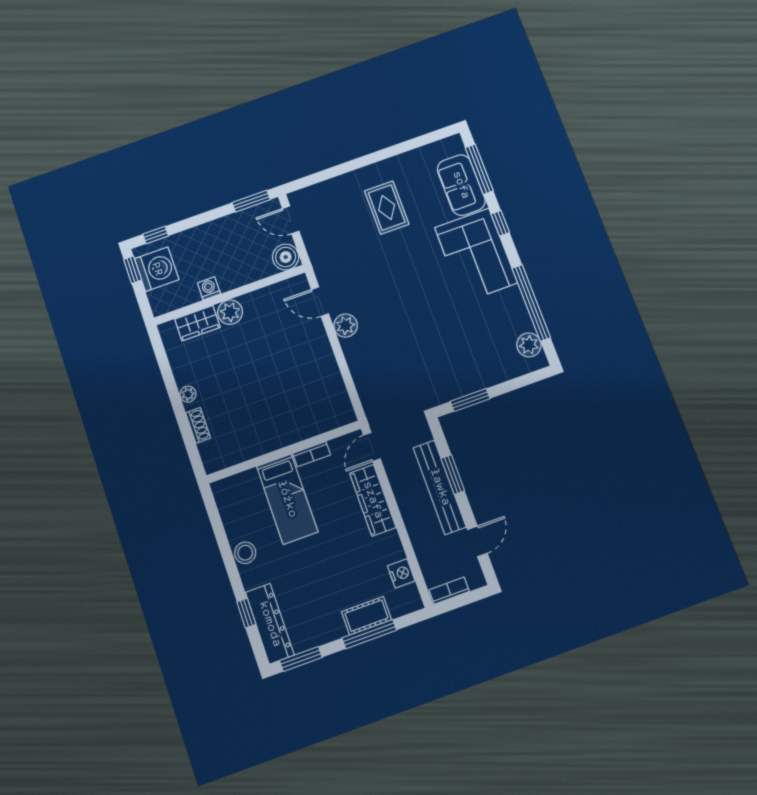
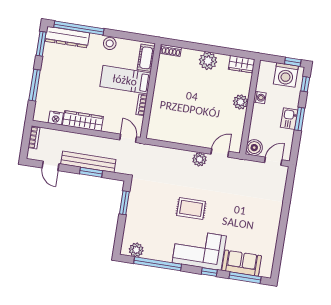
window: (251, 201) -> (300, 119), moved
rug: (387, 208) -> (191, 208), moved
kitchen sink: (217, 231) -> (289, 119), added
wardrobe: (197, 323) -> (242, 64), moved, turned -90
plant: (188, 394) -> (208, 61), width x1.88, depth x1.88
shoe rack: (198, 425) -> (171, 51), moved
wardrobe: (373, 500) -> (83, 121), moved
window: (246, 613) -> (79, 28), width x3.17
cot: (366, 616) -> (146, 58), moved

